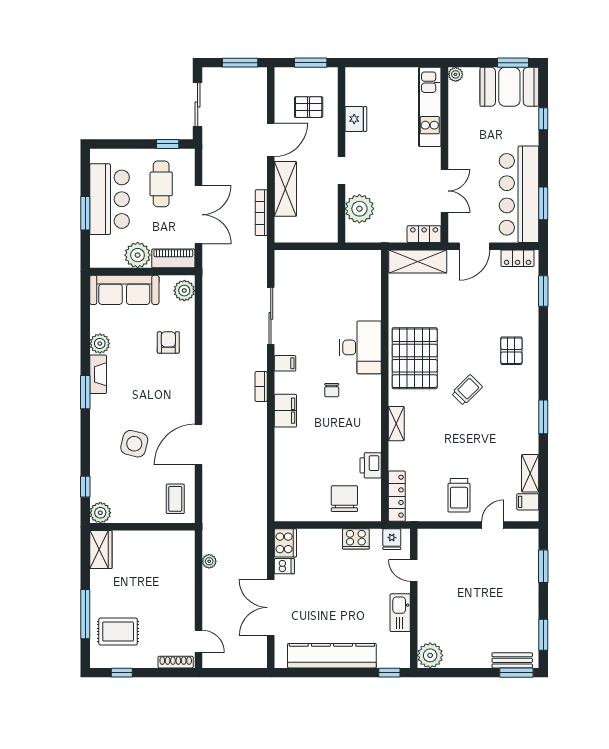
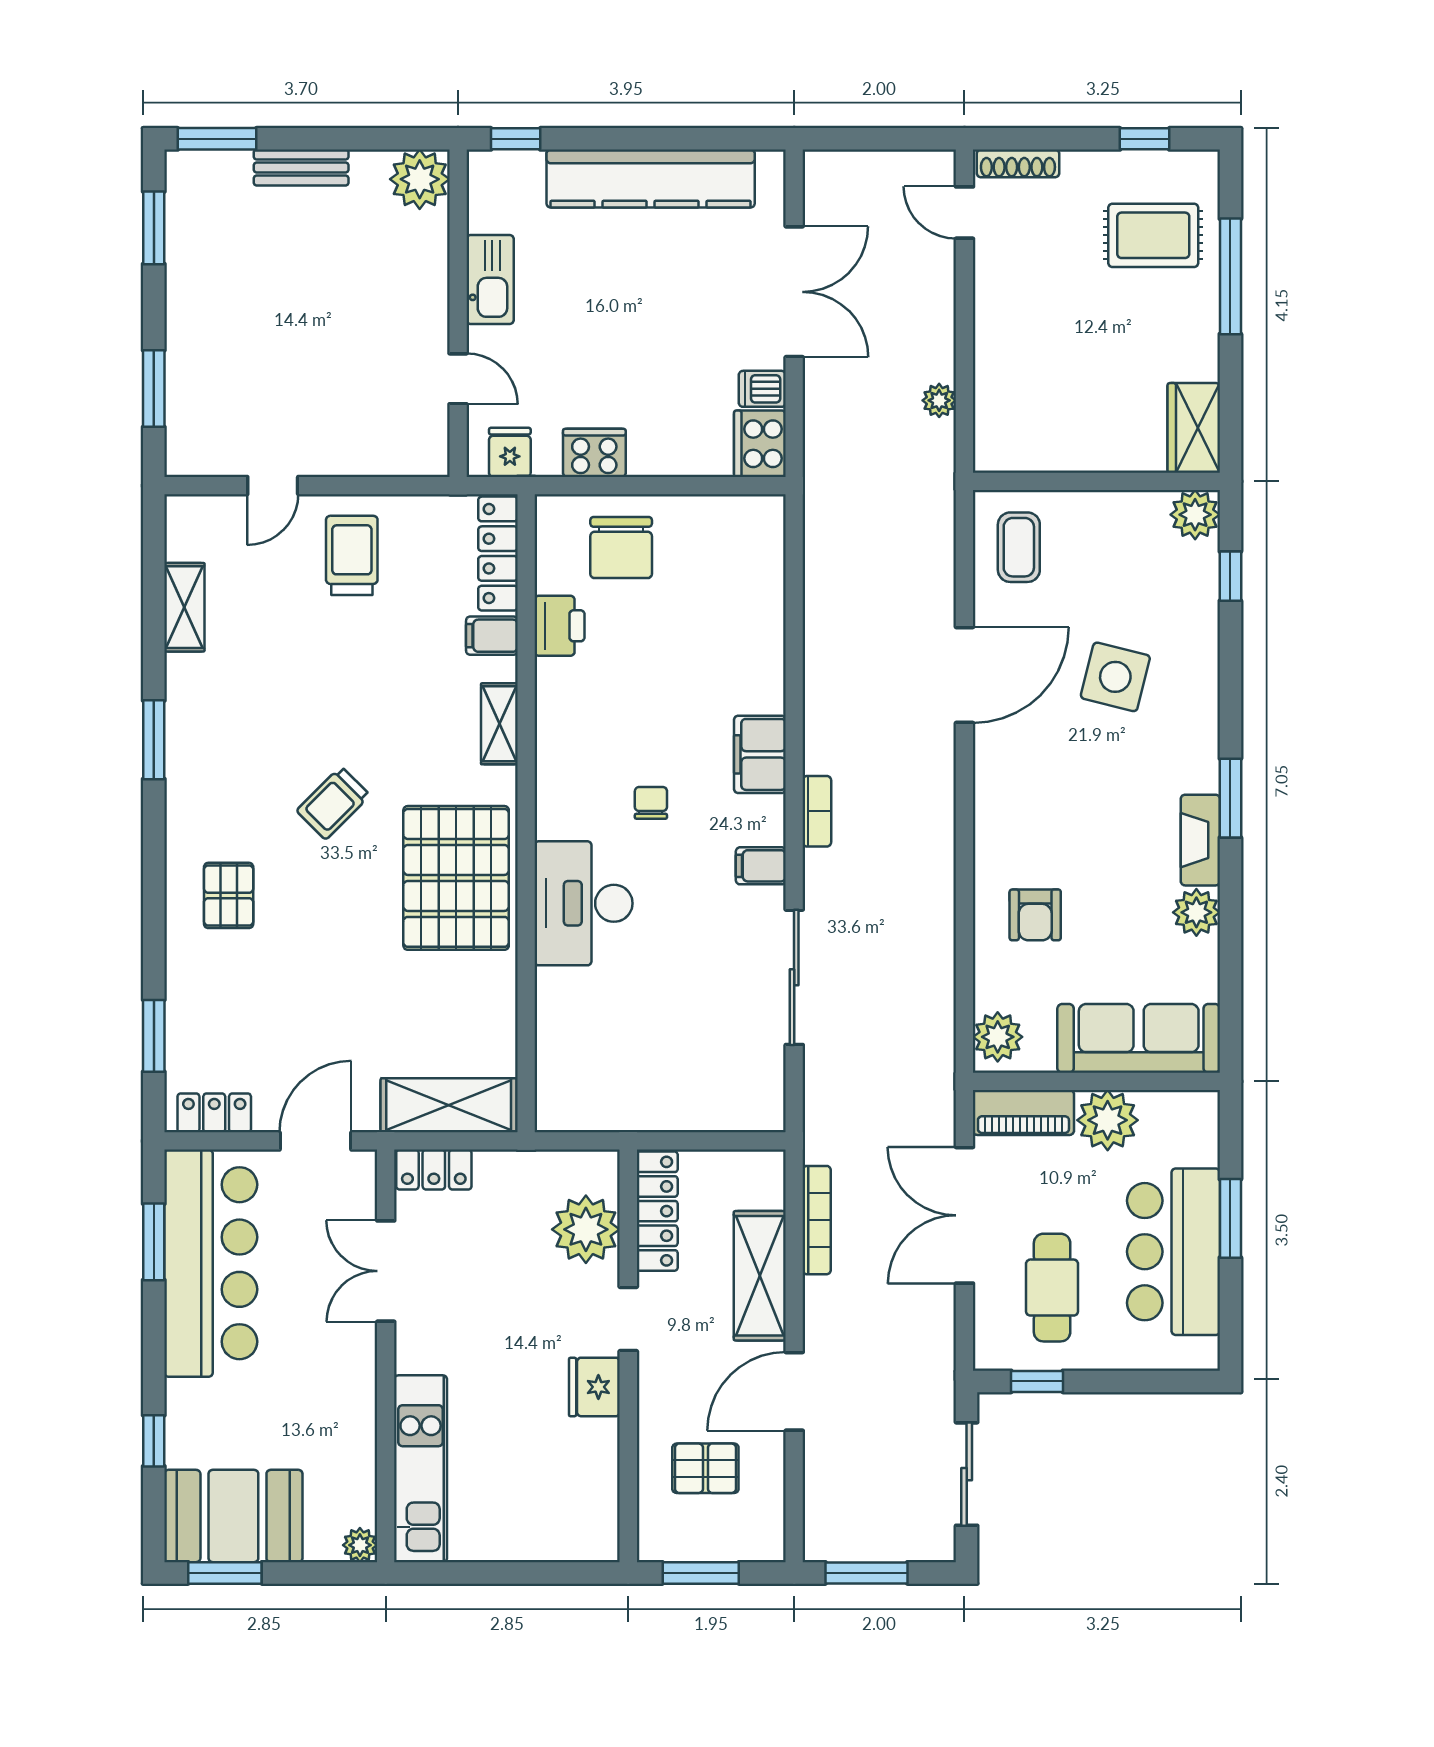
fridge: (356, 119) -> (594, 1387), moved
locker: (329, 216) -> (657, 1211), added
filing cabinet: (528, 502) -> (492, 636), moved, turned 180
bench: (512, 660) -> (301, 167), moved

